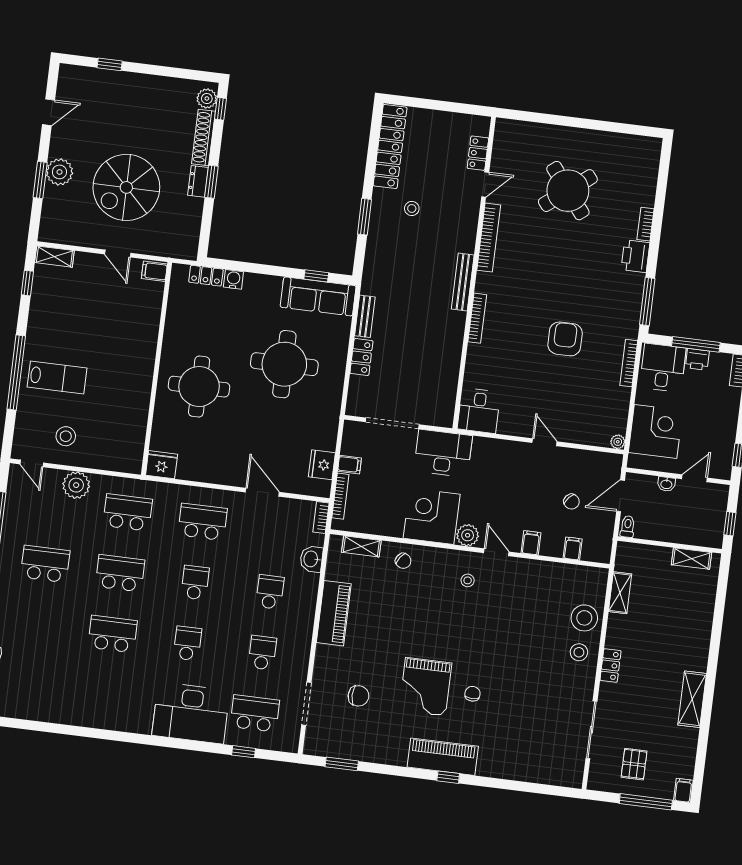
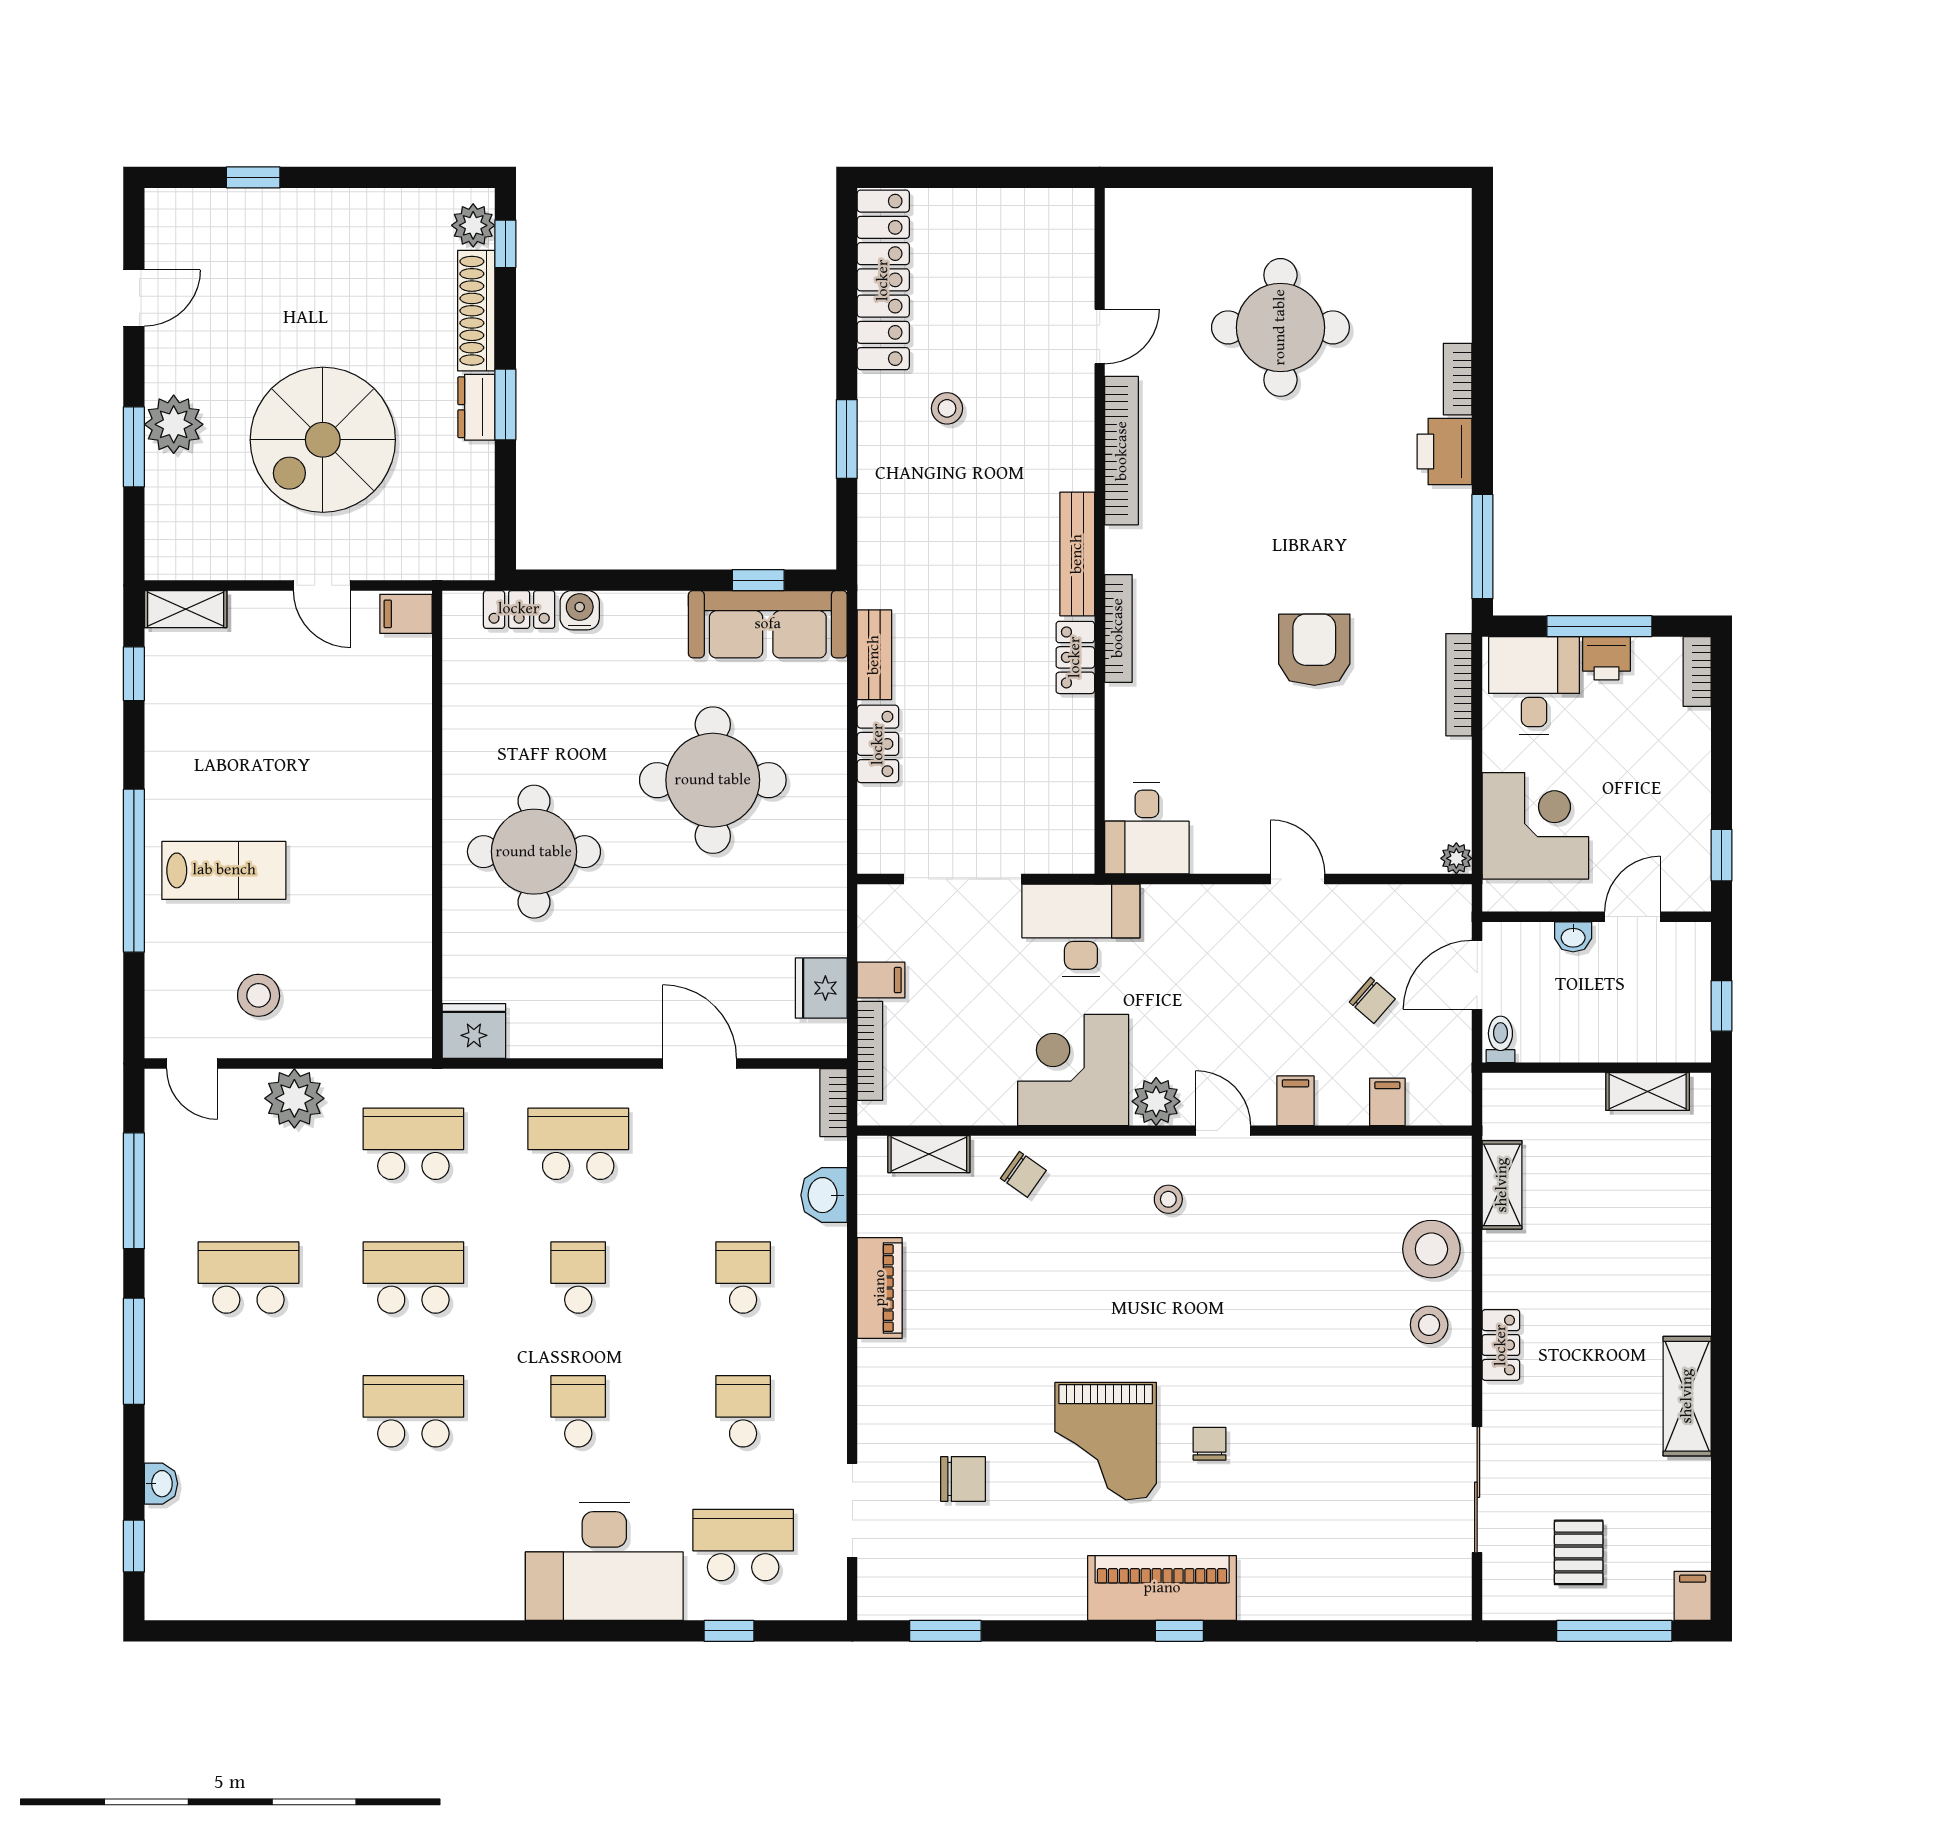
locker: (478, 153) -> (1075, 657), moved
round table: (568, 191) -> (1280, 327), turned 38
piano: (334, 613) -> (880, 1288), width x0.73, depth x0.75

